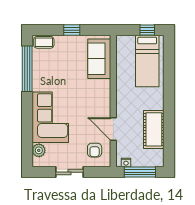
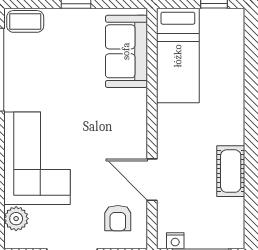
bed: (147, 61) -> (178, 56), moved
cot: (154, 129) -> (231, 171), width x0.73, depth x0.75

